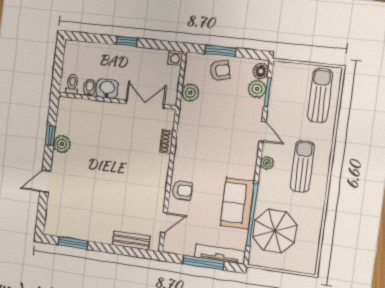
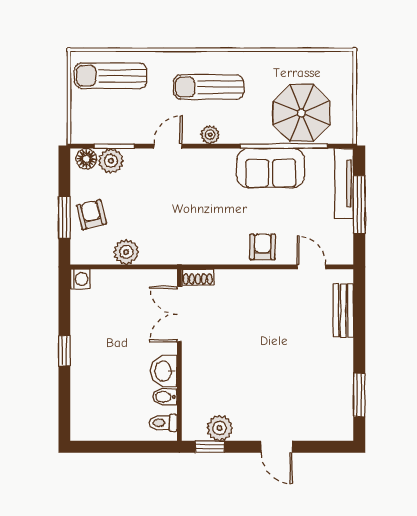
toilet: (72, 84) -> (163, 423), moved
bidet: (90, 88) -> (165, 397), moved
washbasin: (107, 89) -> (164, 371), moved
wall: (117, 101) -> (179, 355), moved
double door: (145, 104) -> (179, 314), moved

